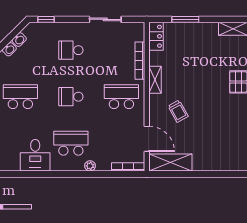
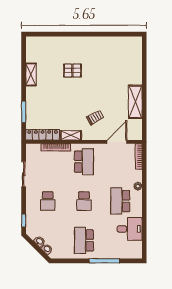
locker: (156, 36) -> (43, 135), width x1.53
school desk: (121, 97) -> (84, 162), turned 180
shelving: (170, 163) -> (135, 102), moved

